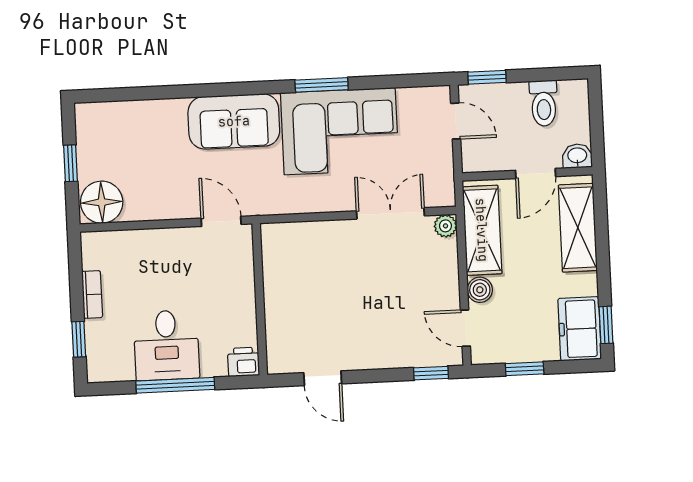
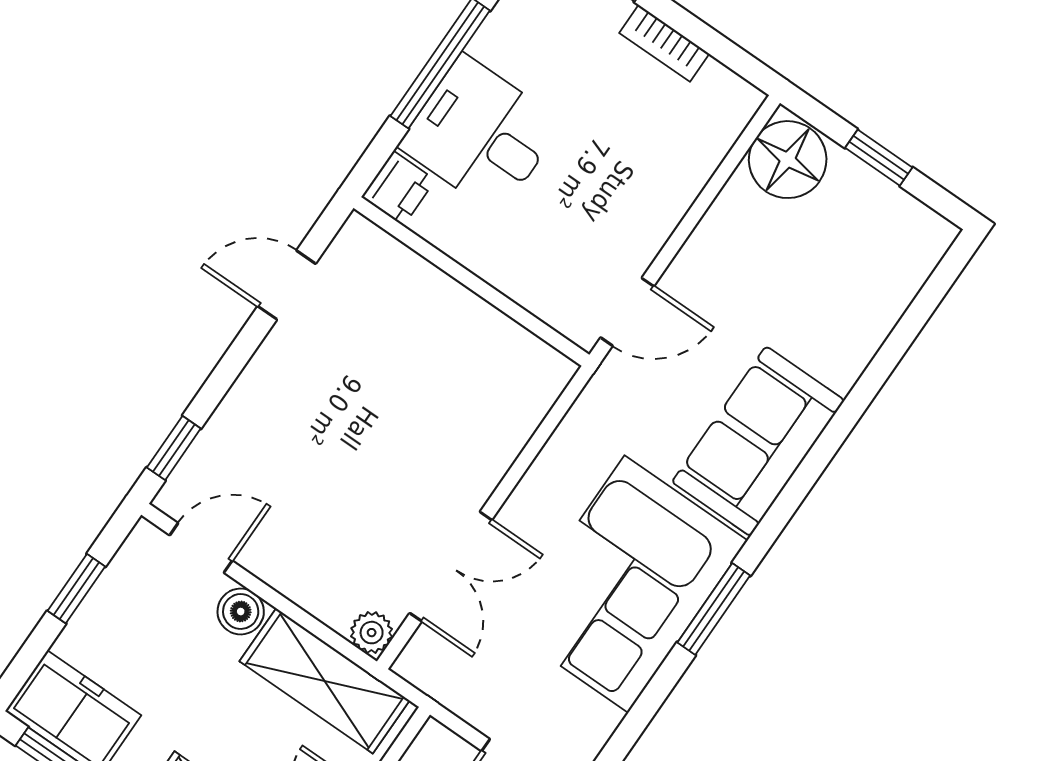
desk: (166, 345) -> (481, 135), moved

